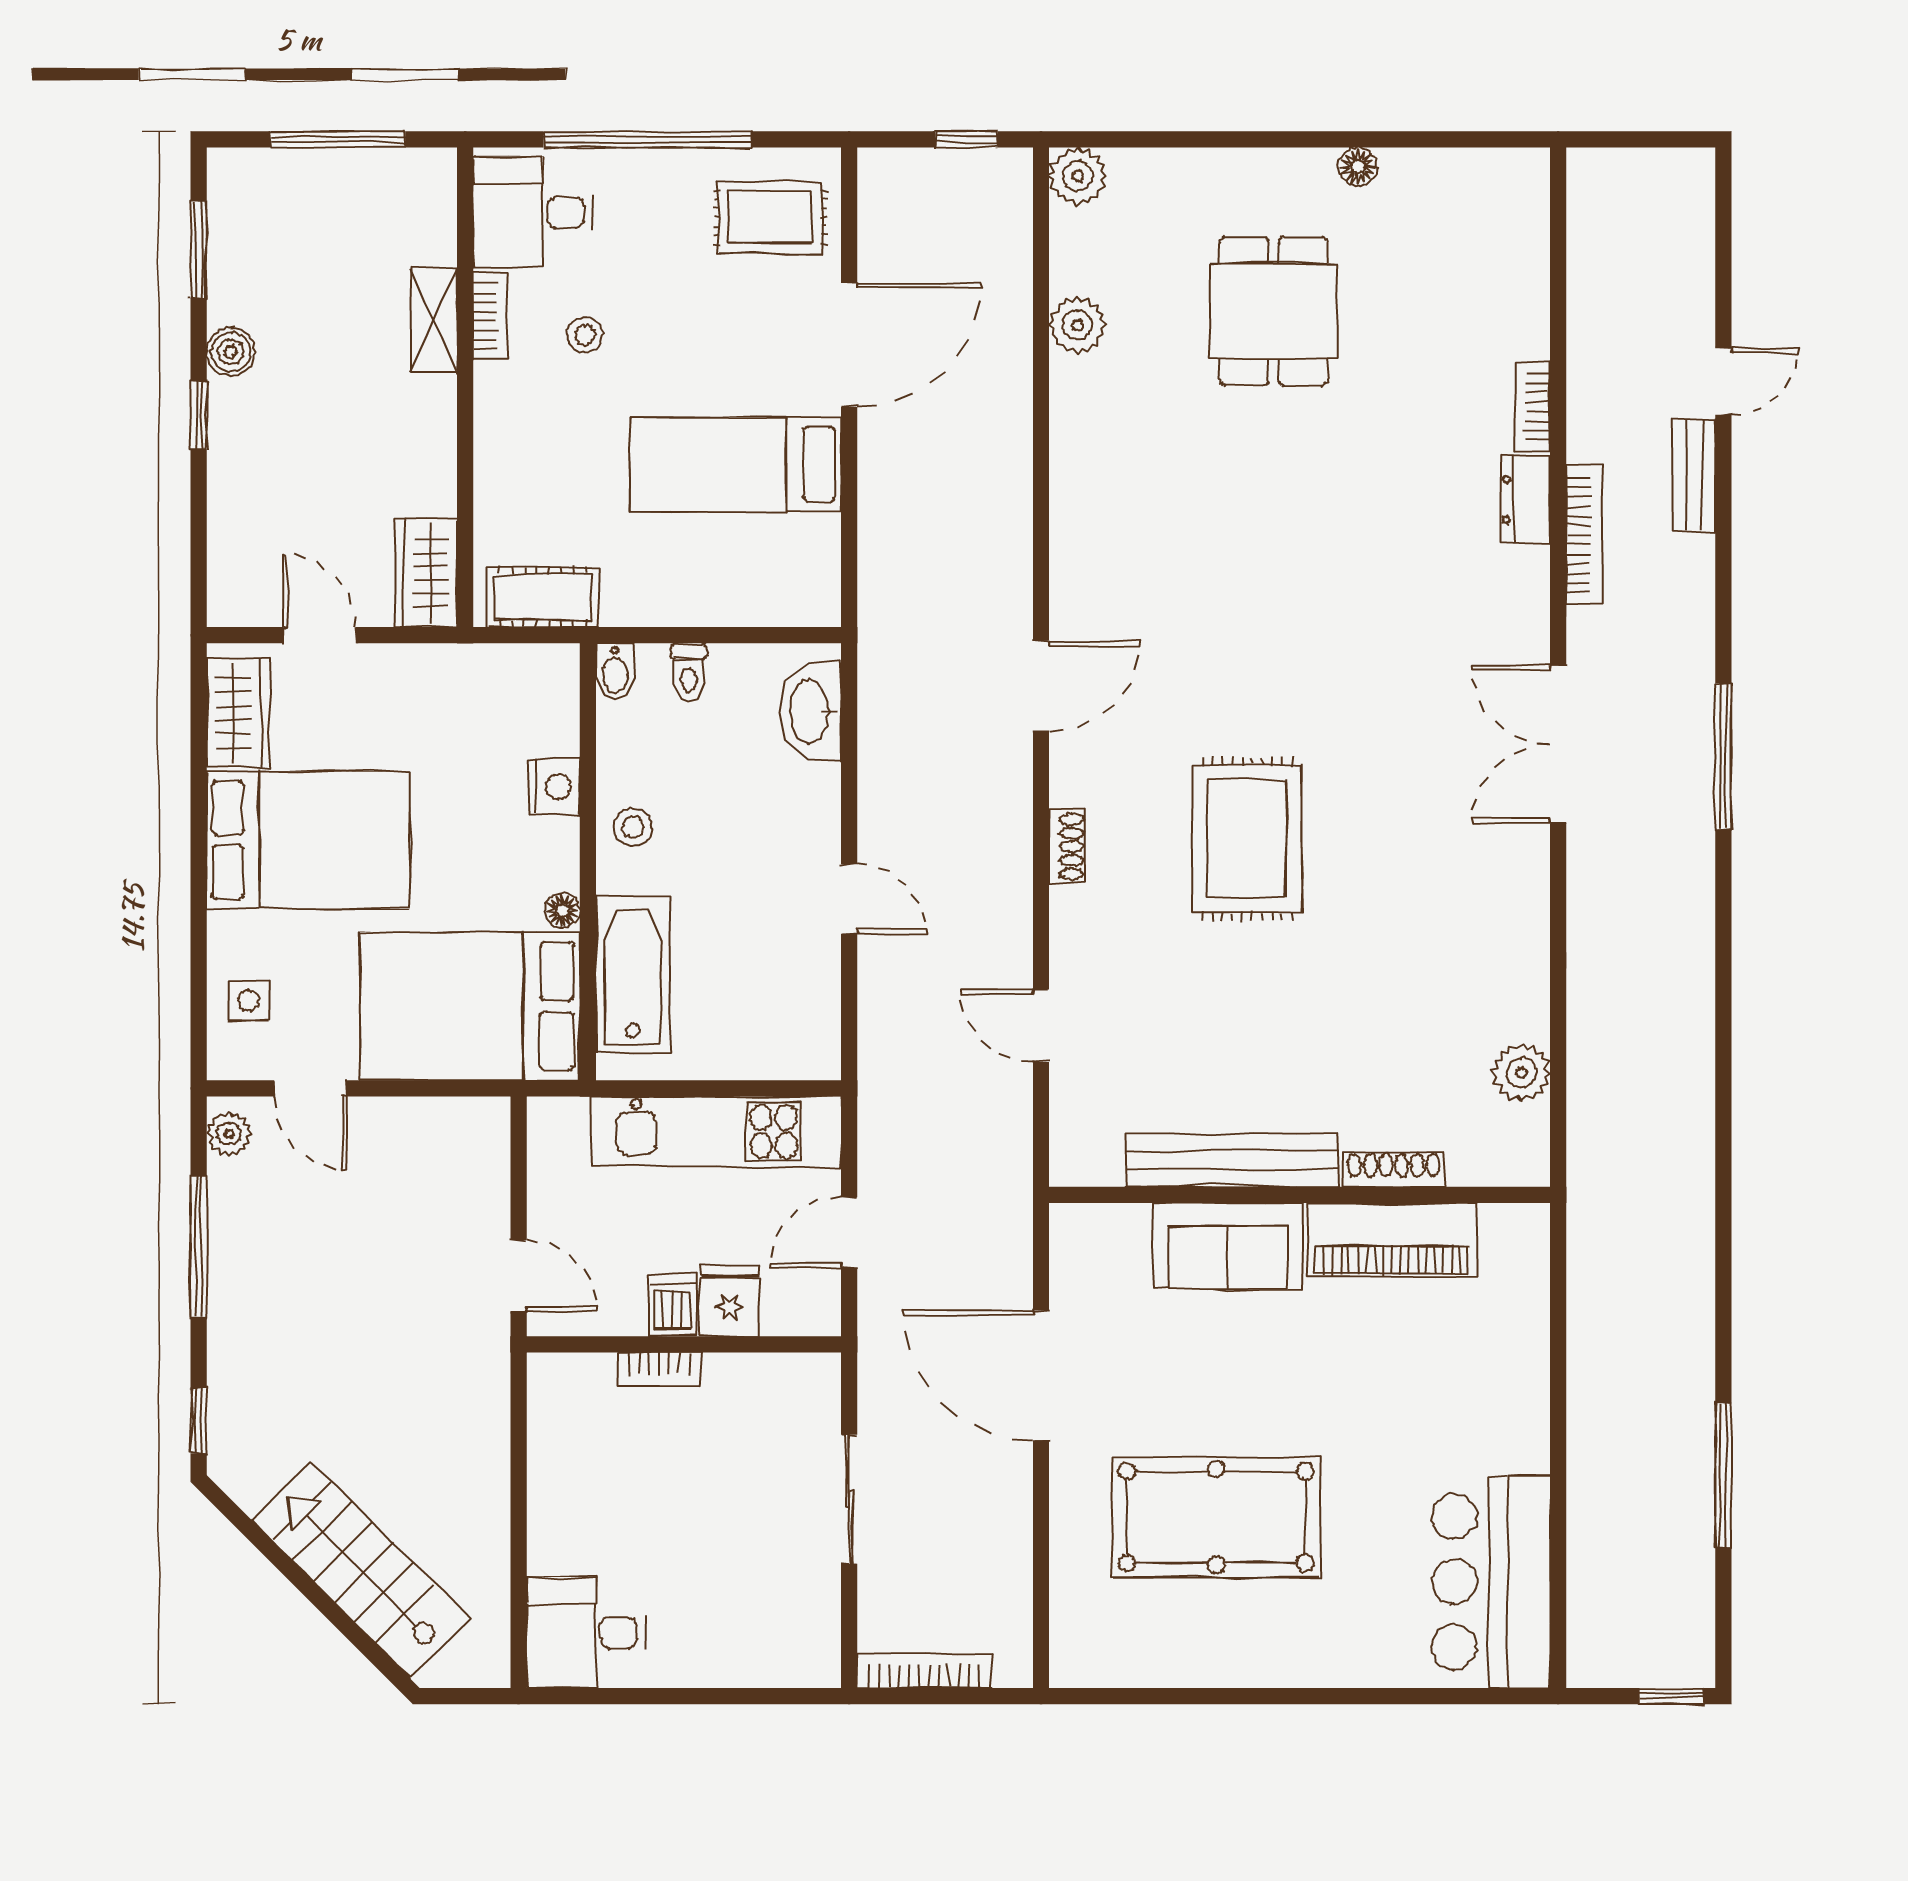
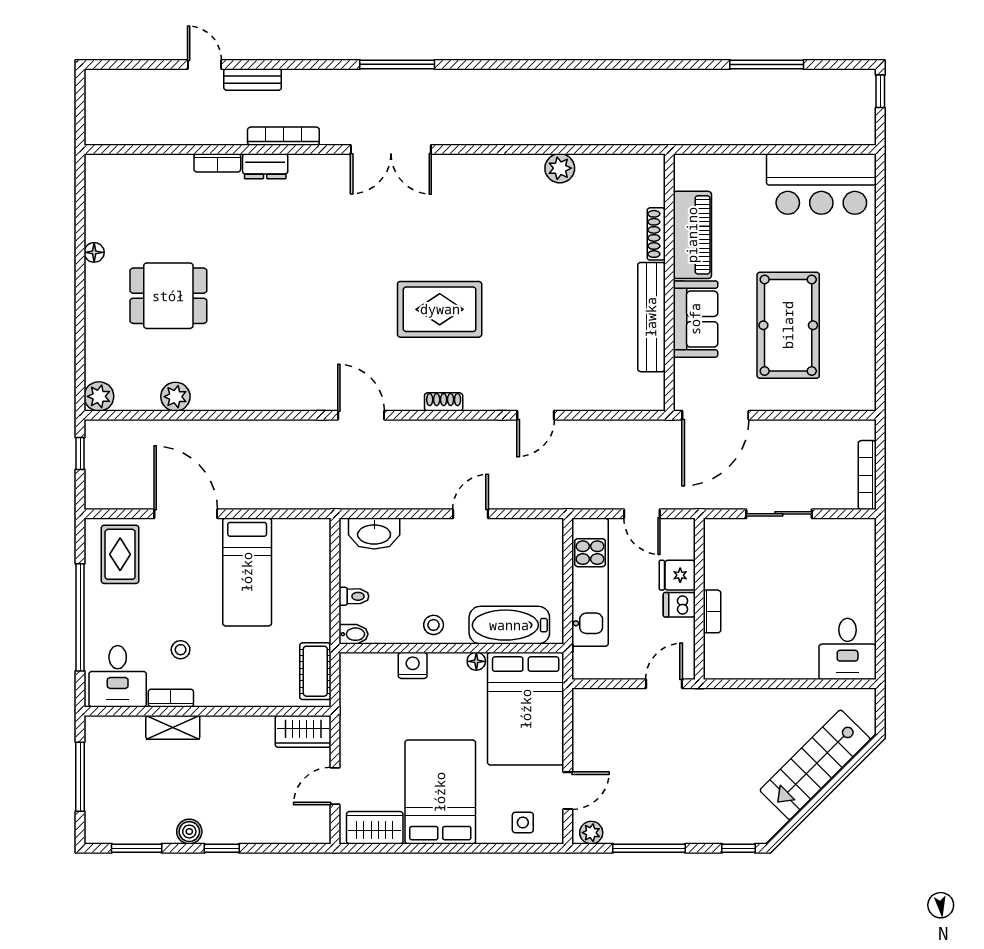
bench: (1232, 1160) -> (651, 317), moved
shoe rack: (1394, 1170) -> (656, 234), moved
wall: (1300, 1195) -> (669, 282), moved
piano: (1392, 1240) -> (692, 235), moved
sofa: (1228, 1246) -> (695, 319), moved

